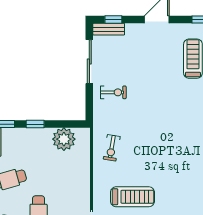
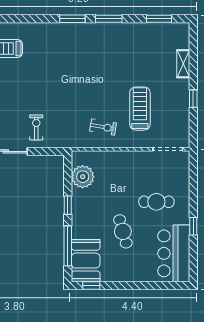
exercise bike: (112, 148) -> (103, 127), moved

